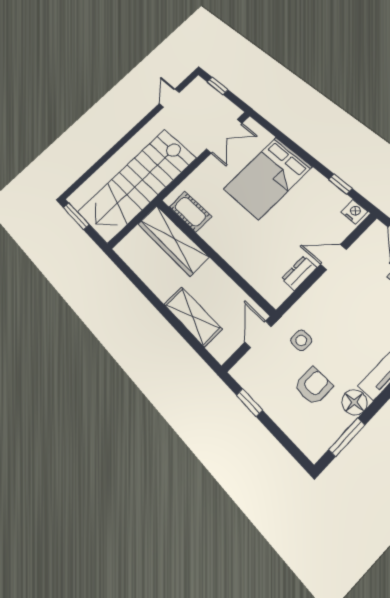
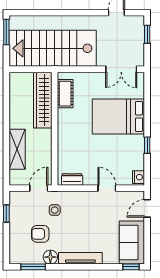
window: (340, 184) -> (147, 145), moved
dresser: (299, 273) -> (72, 179), moved
armchair: (313, 386) -> (40, 234), turned 180

